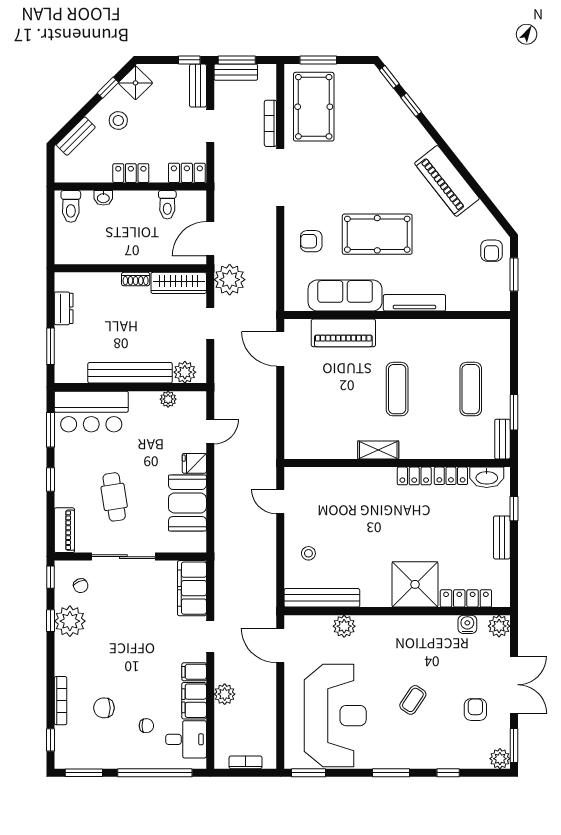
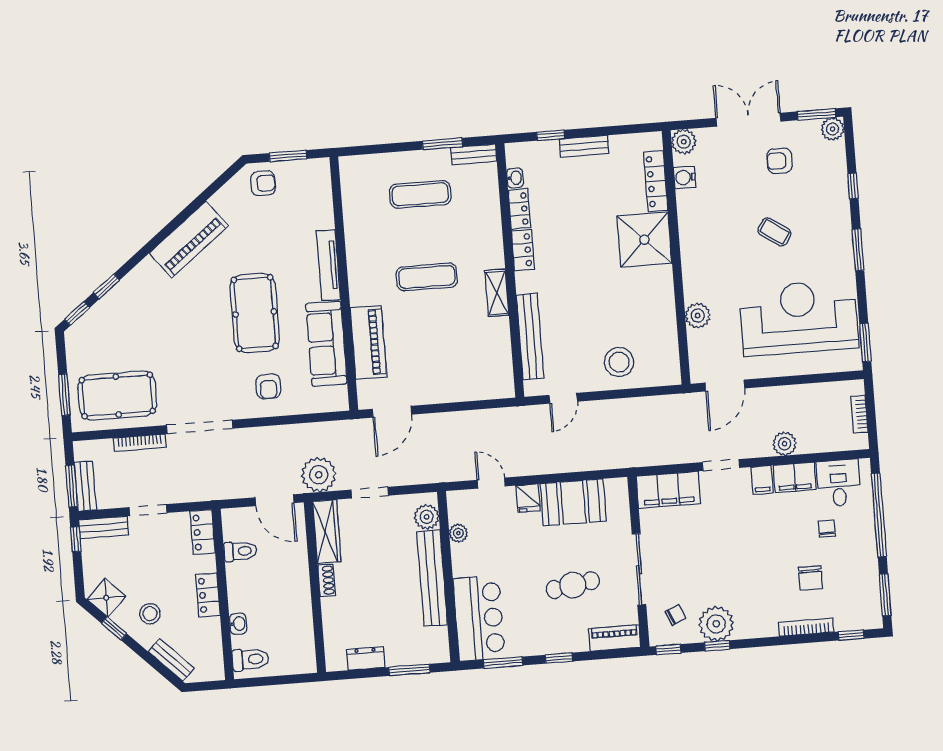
washbasin: (487, 477) -> (515, 178), width x0.52, depth x0.69
stool: (308, 553) -> (619, 362), width x1.89, depth x1.89
bench: (322, 598) -> (530, 337), moved

